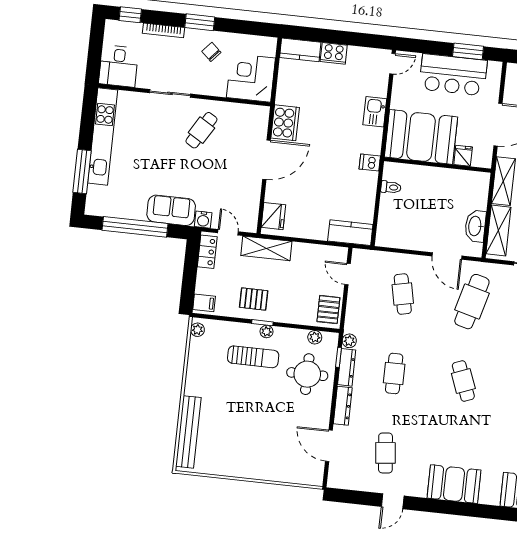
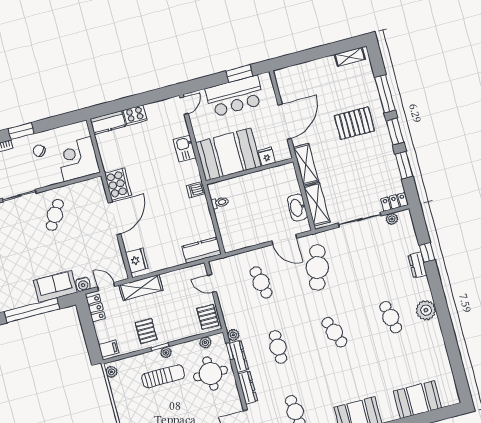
pallet: (254, 299) -> (146, 331), turned 90

